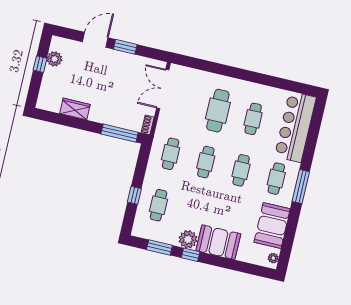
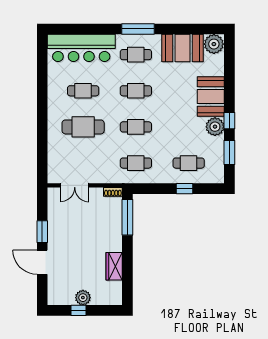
plant: (54, 59) -> (83, 298), moved
double door: (163, 89) -> (75, 185), width x0.73
plant: (273, 258) -> (214, 44), width x1.88, depth x1.88

